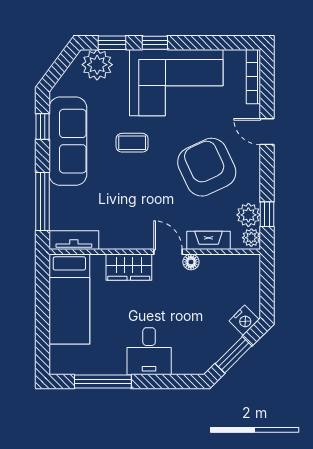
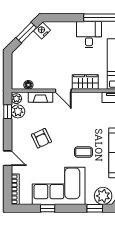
window: (155, 43) -> (48, 208), moved
armchair: (207, 167) -> (41, 138), width x0.53, depth x0.53
floor lamp: (191, 262) -> (28, 85), moved
nightstand: (244, 320) -> (42, 30), moved
desk: (149, 351) -> (89, 35), moved

